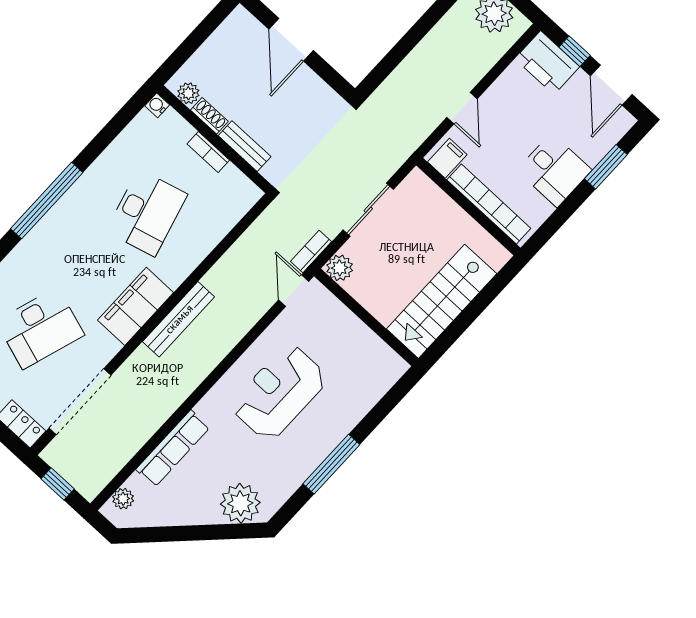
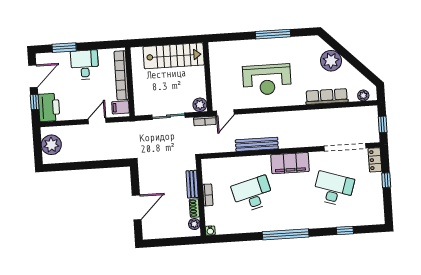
bench: (179, 319) -> (257, 144), moved
plant: (240, 503) -> (331, 61), moved

